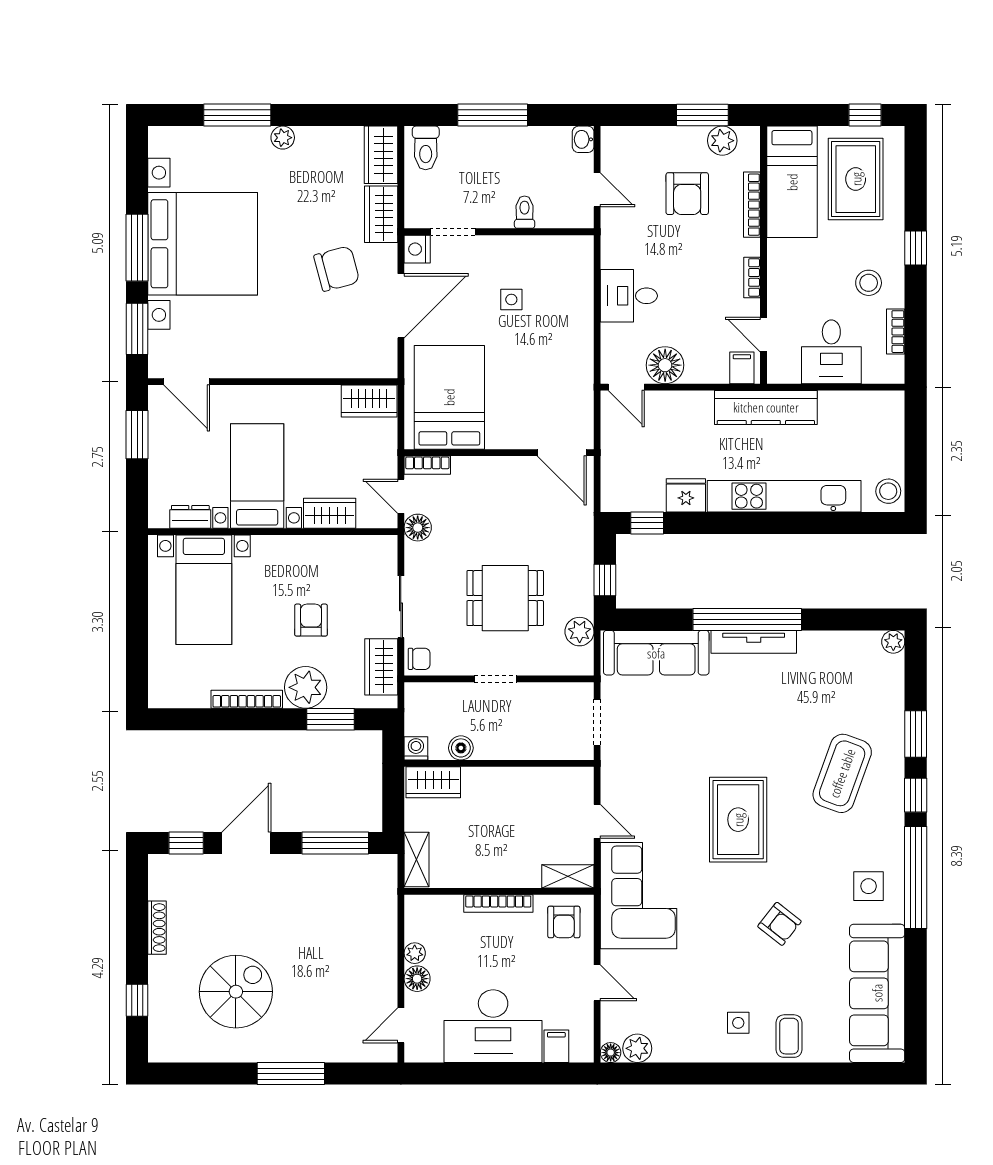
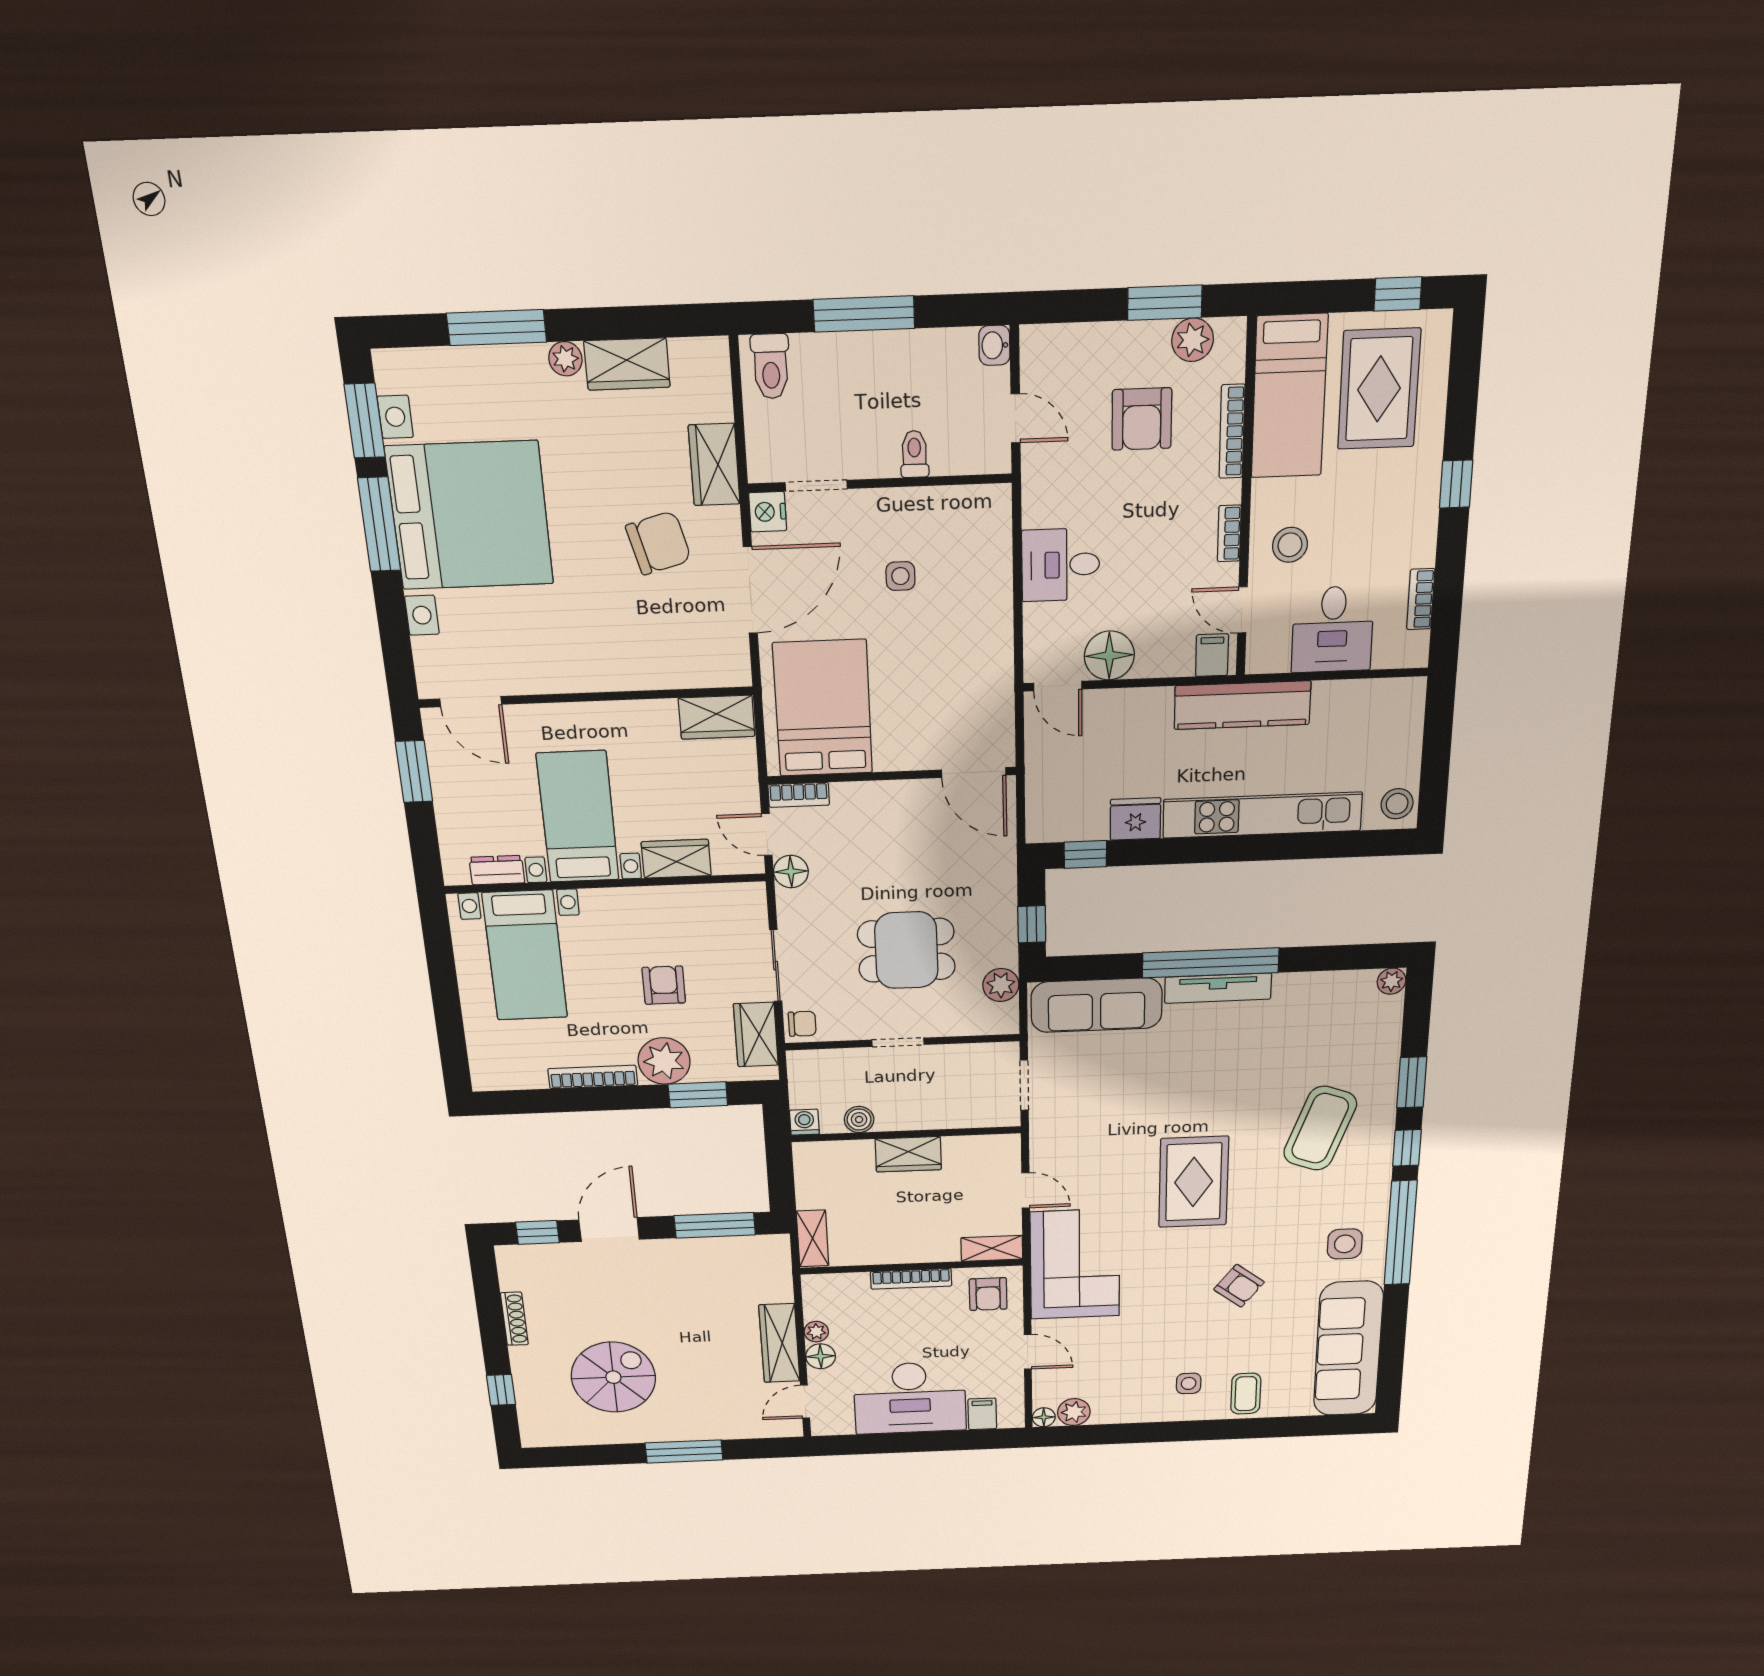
wardrobe: (381, 155) -> (627, 364), moved, turned -90
stool: (869, 283) -> (1290, 545), moved
window: (137, 329) -> (365, 421), moved
wardrobe: (433, 782) -> (908, 1154), moved
wardrobe: (382, 963) -> (779, 1343), added

